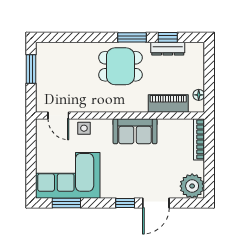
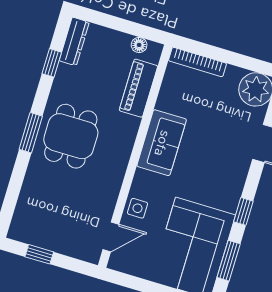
window: (132, 37) -> (31, 133), moved
dresser: (168, 49) -> (74, 41), moved
window: (31, 69) -> (39, 254), width x0.67
window: (125, 203) -> (243, 211), moved

